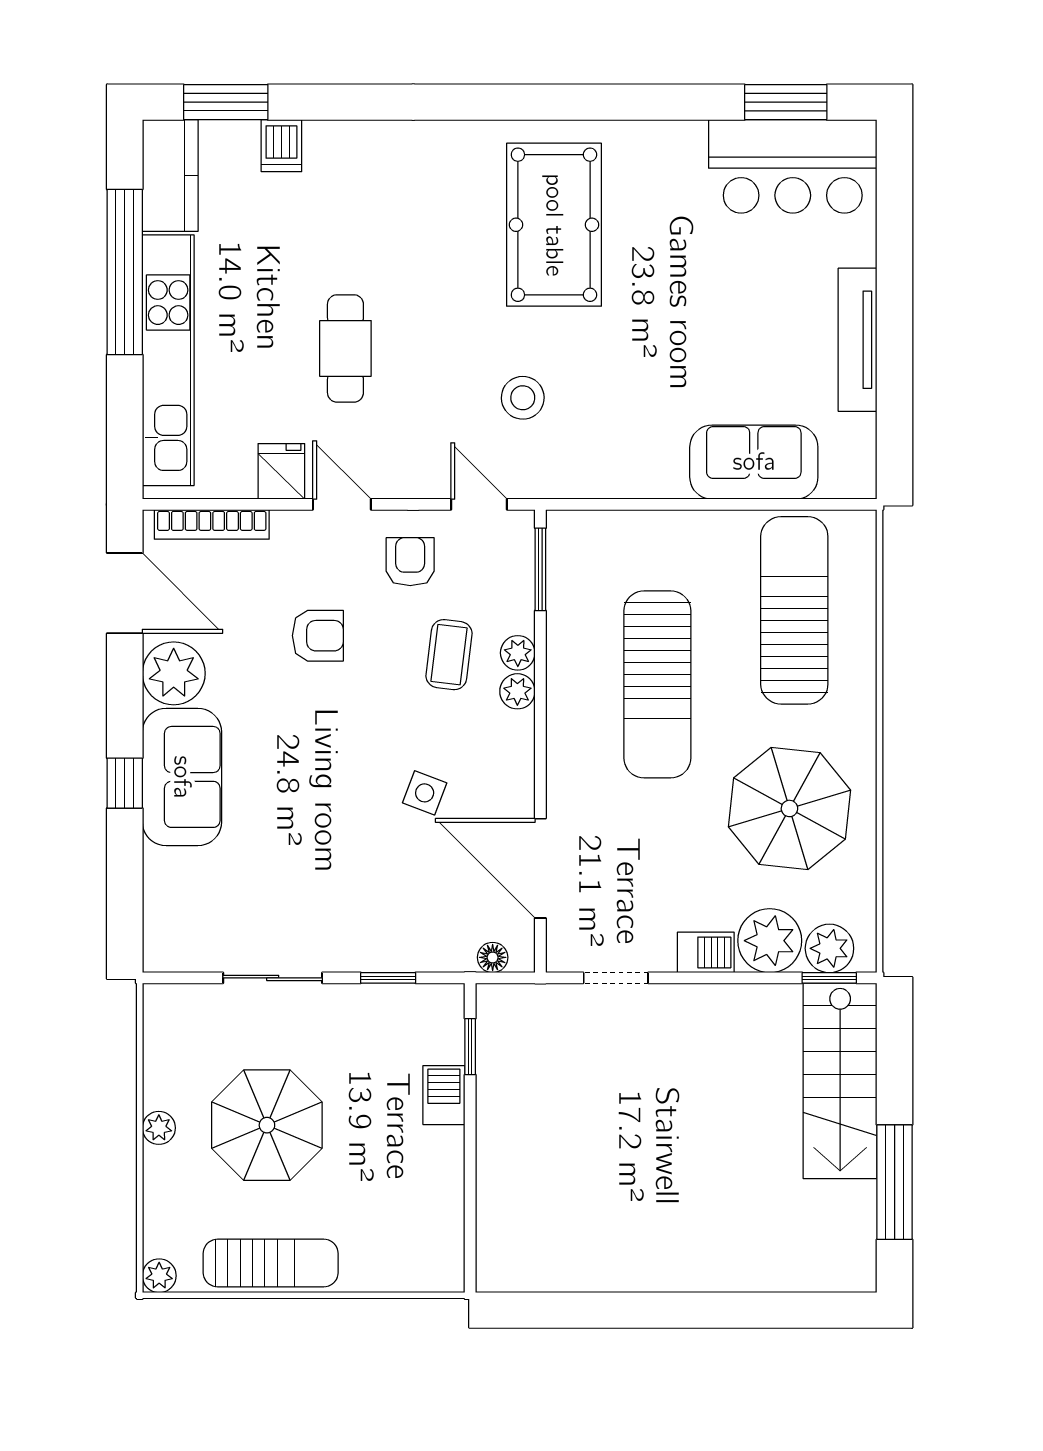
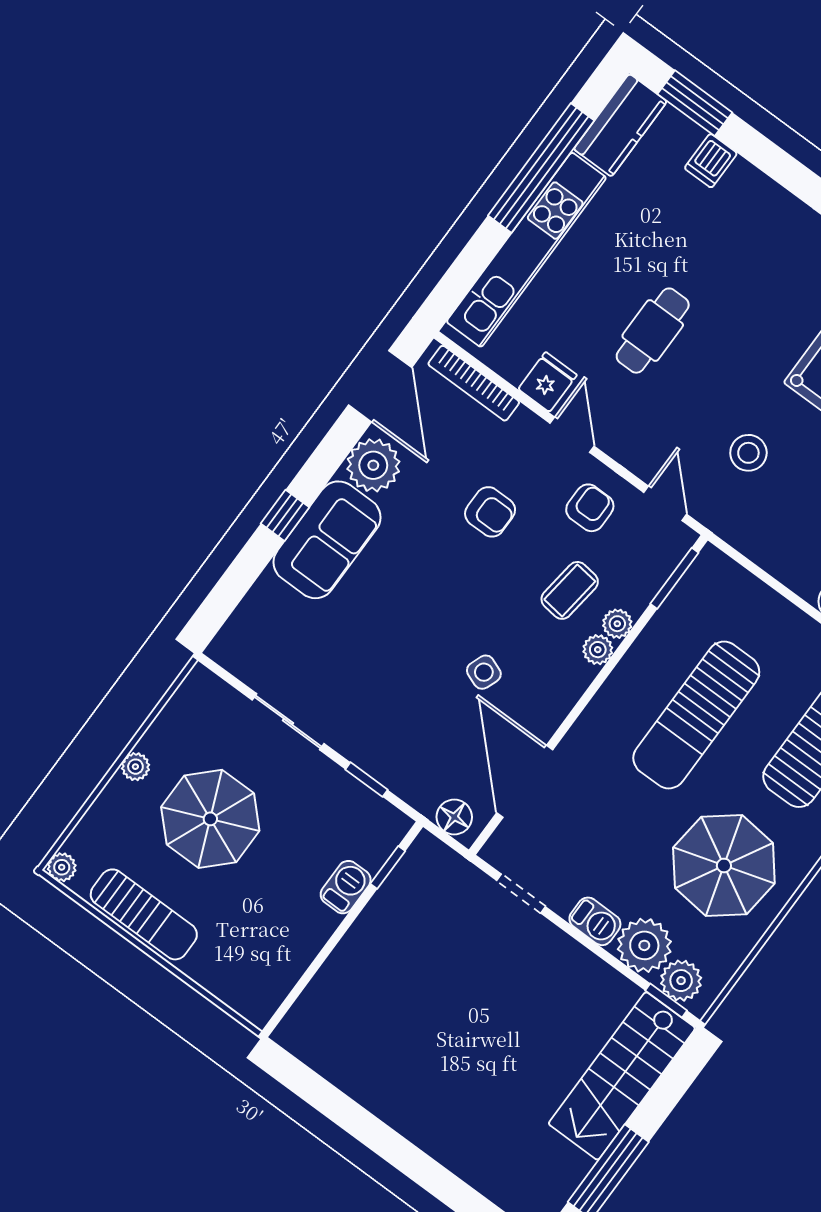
floor lamp: (493, 957) -> (454, 817), width x1.37, depth x1.37

